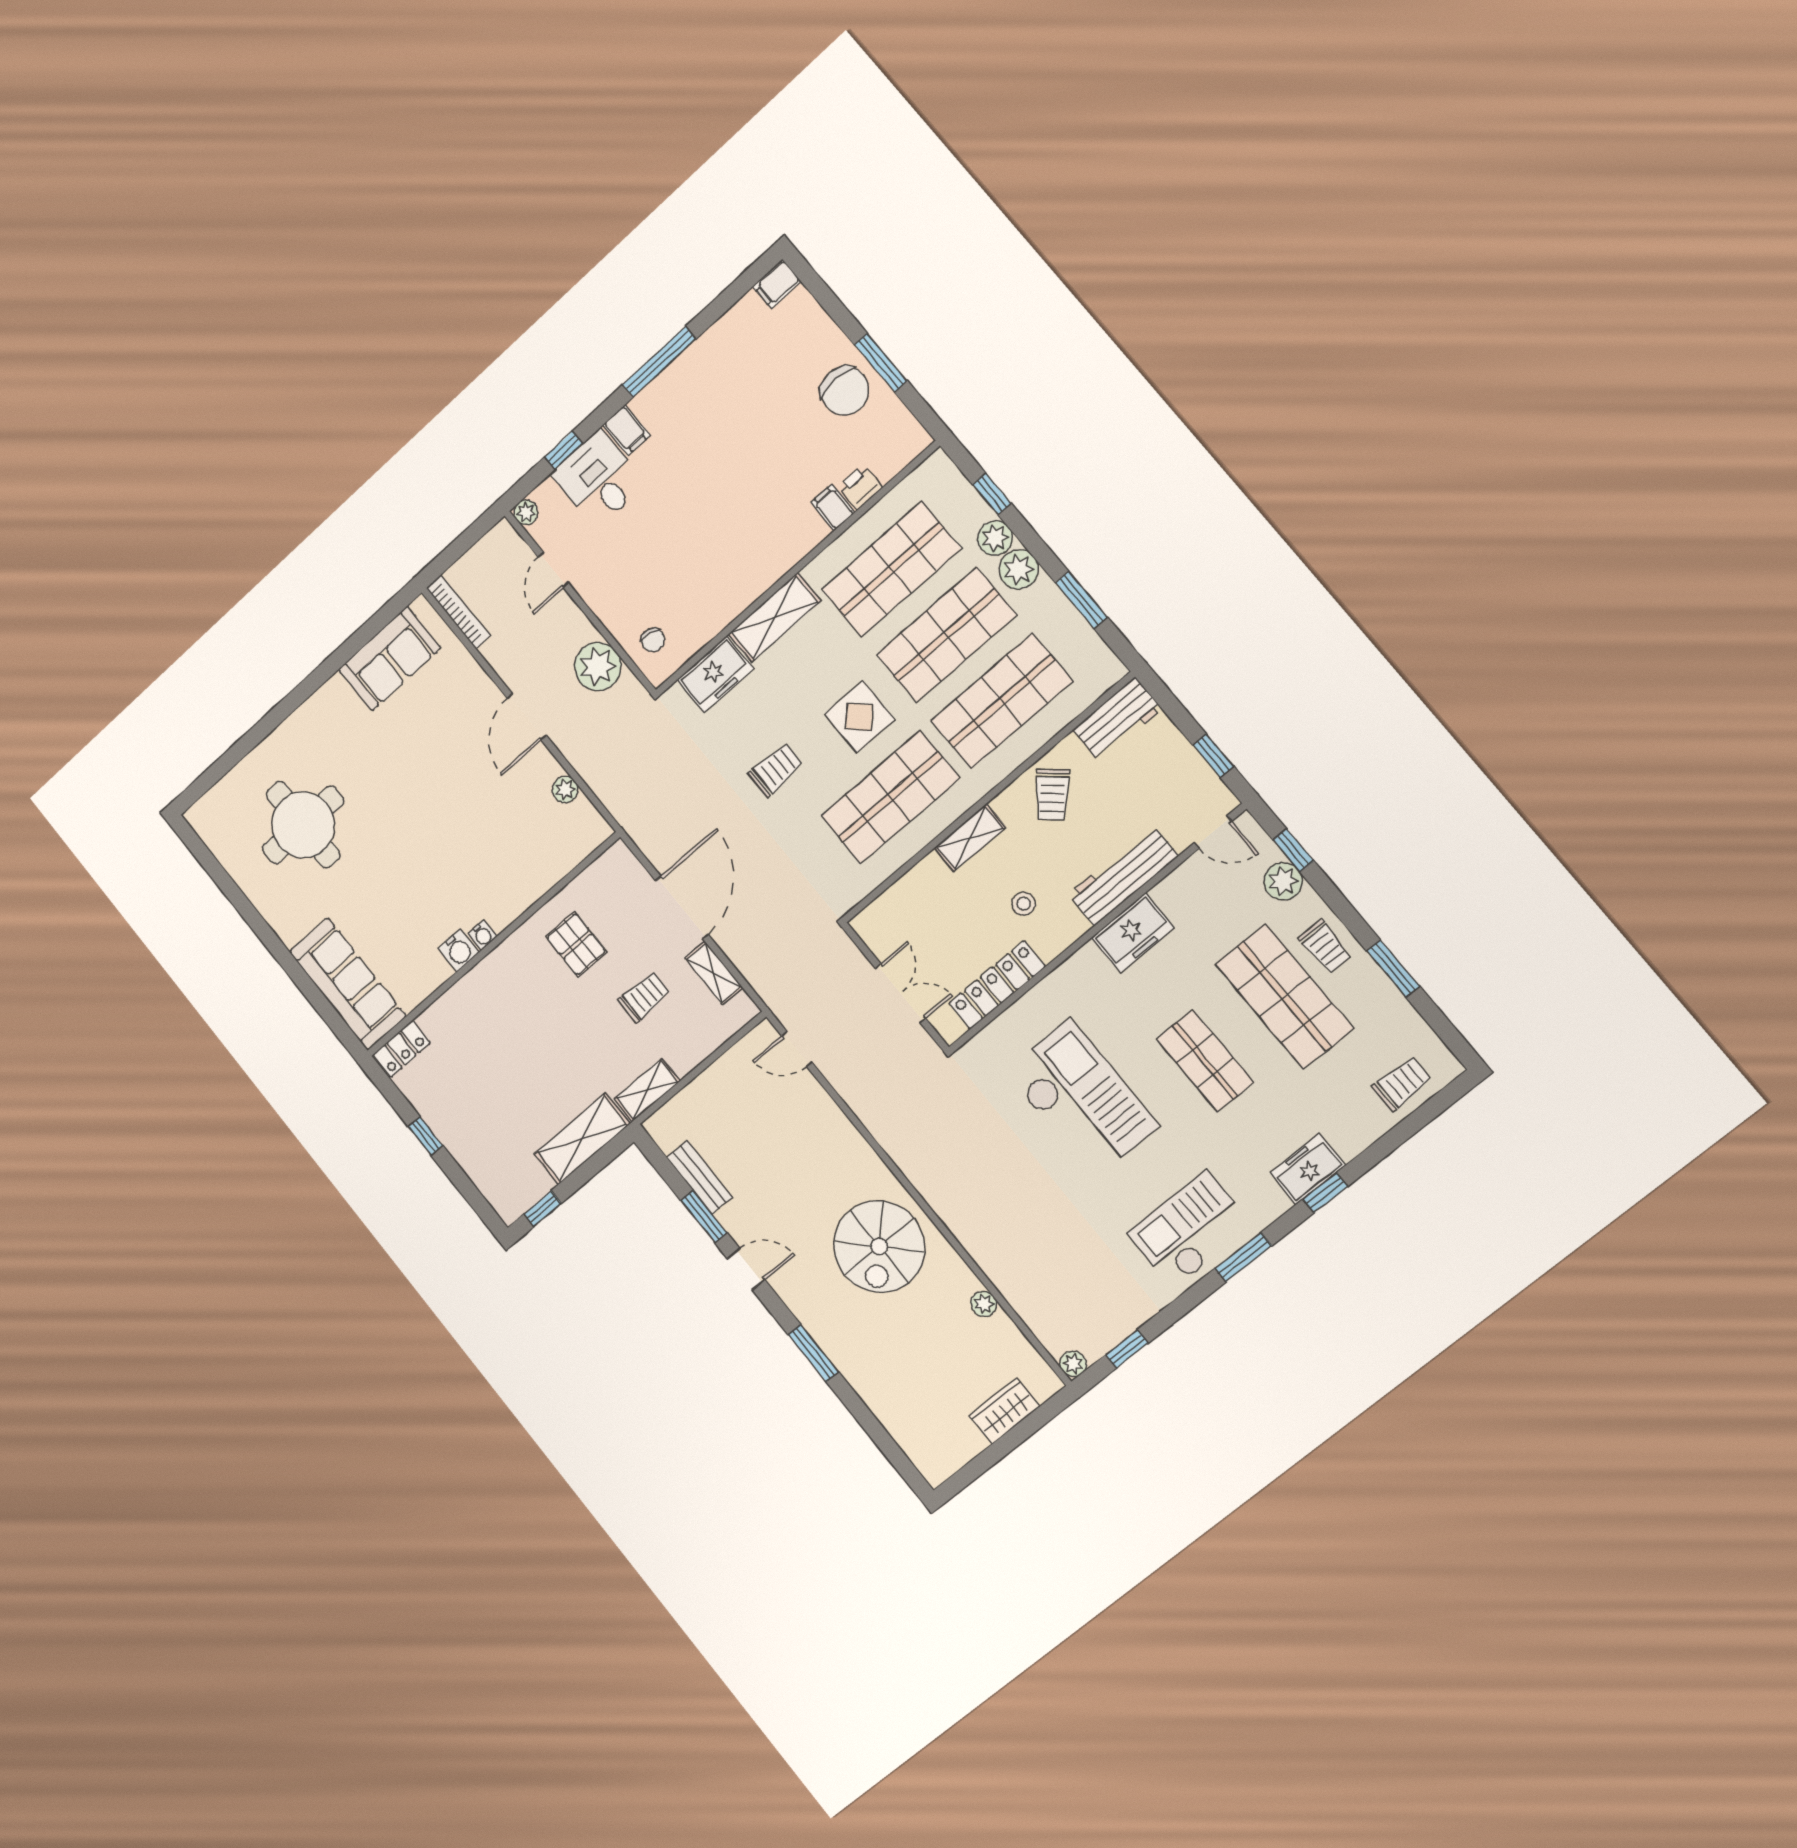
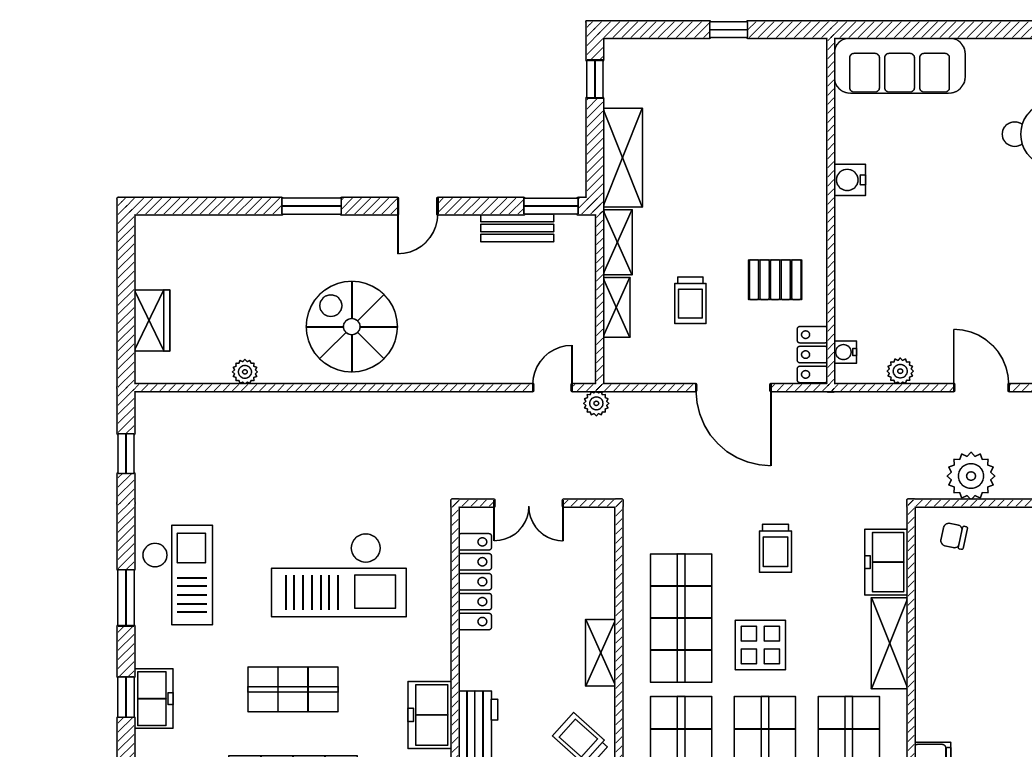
stool: (1024, 904) -> (518, 652), removed
water cooler: (482, 935) -> (845, 352), moved
shelving: (714, 973) -> (616, 307), moved, turned 90
locker: (401, 1049) -> (812, 355), moved
window: (704, 1216) -> (551, 206), moved
plant: (1073, 1364) -> (596, 403), moved

